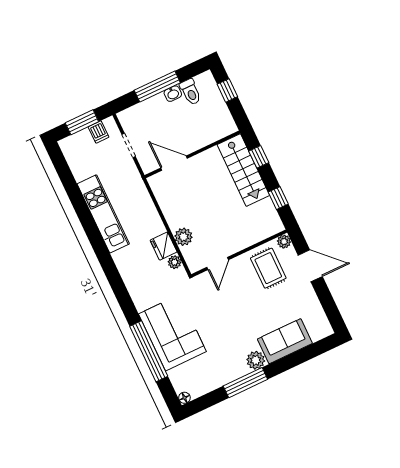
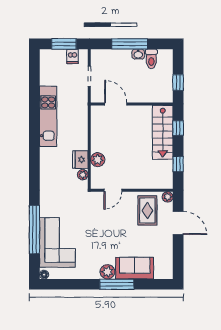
window: (227, 90) -> (178, 83), moved
corner sofa: (172, 333) -> (57, 243), moved
window: (245, 383) -> (117, 284), moved

